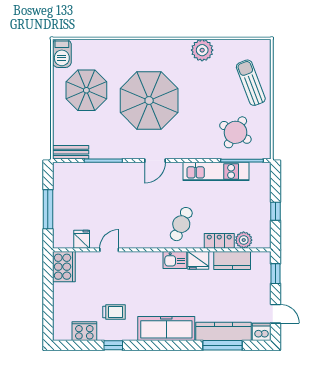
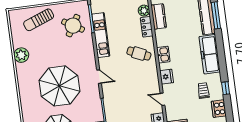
fridge: (198, 260) -> (167, 77), moved

